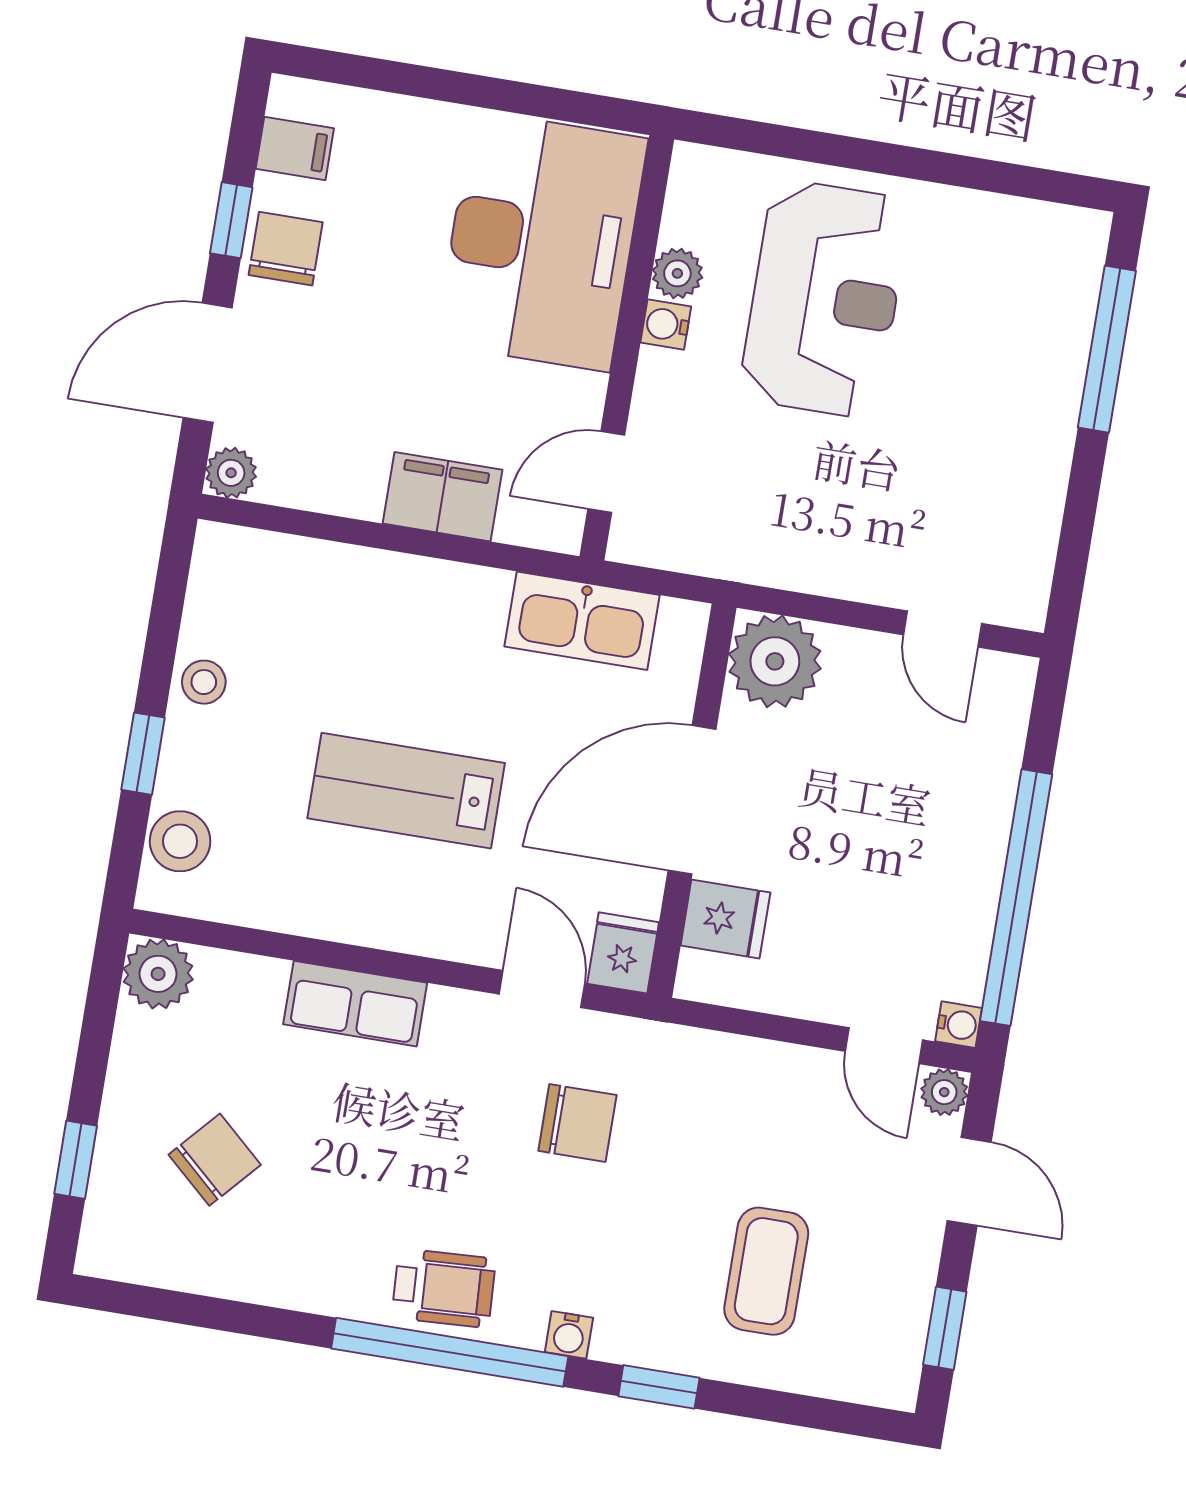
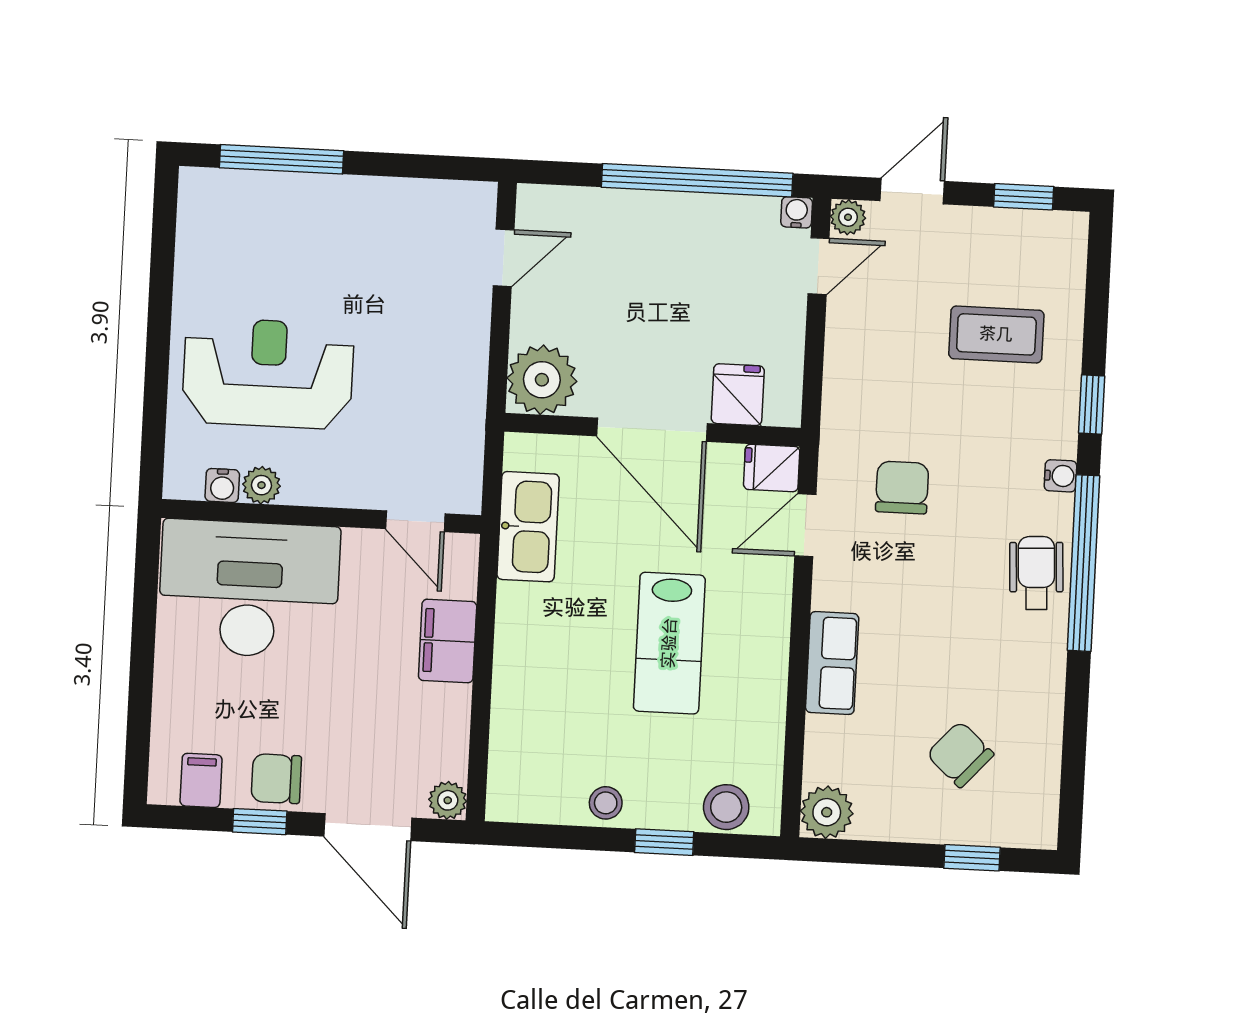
water cooler: (666, 324) -> (222, 486), moved

